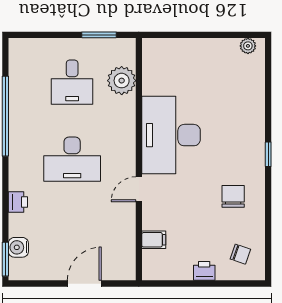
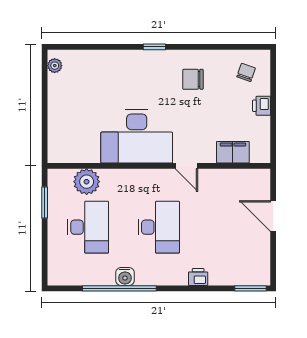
desk: (72, 82) -> (88, 227), width x1.37
filing cabinet: (154, 240) -> (233, 152), width x2.00
water cooler: (18, 247) -> (125, 277), moved

